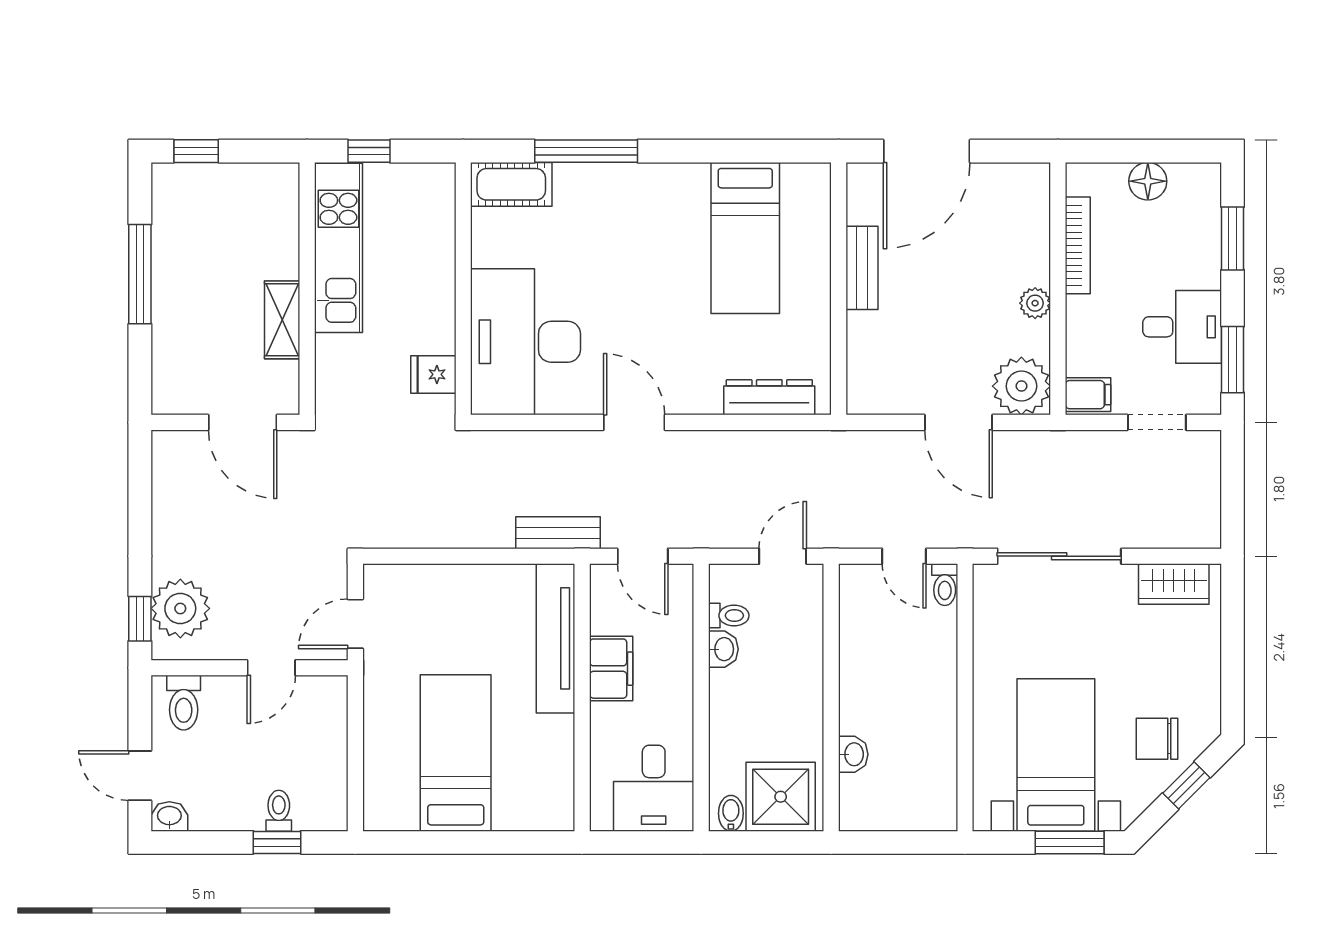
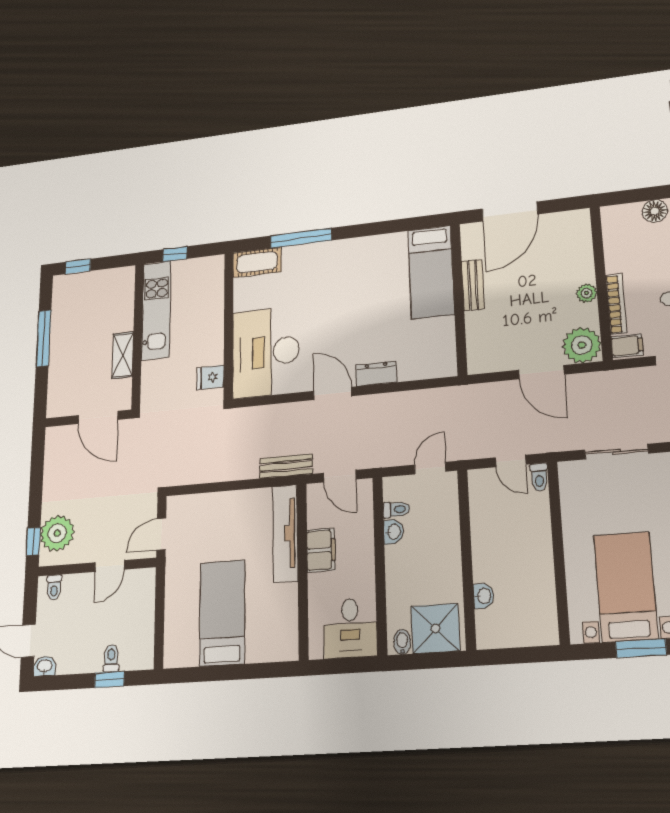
bed: (745, 238) -> (431, 272), moved
bookcase: (1078, 245) -> (616, 304), moved
dresser: (769, 397) -> (376, 374), moved, width x0.70
sliding door: (1059, 556) -> (616, 452), width x0.73
toilet: (184, 703) -> (54, 587), width x0.73, depth x0.72

